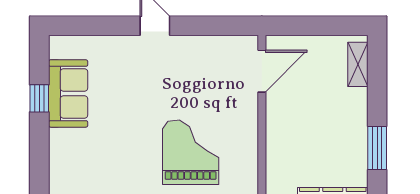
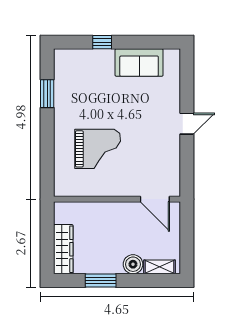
window: (39, 98) -> (102, 42), moved
boiler: (354, 102) -> (133, 264), added

